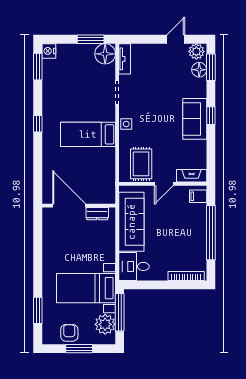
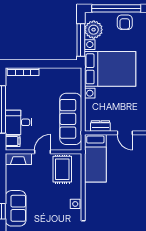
bed: (88, 134) -> (95, 158), moved, turned 90
door: (69, 206) -> (125, 133), width x0.53
desk: (134, 266) -> (18, 122), moved, turned 180
bed with nightstands: (86, 288) -> (110, 69), width x1.36
window: (79, 349) -> (116, 8), width x2.11

